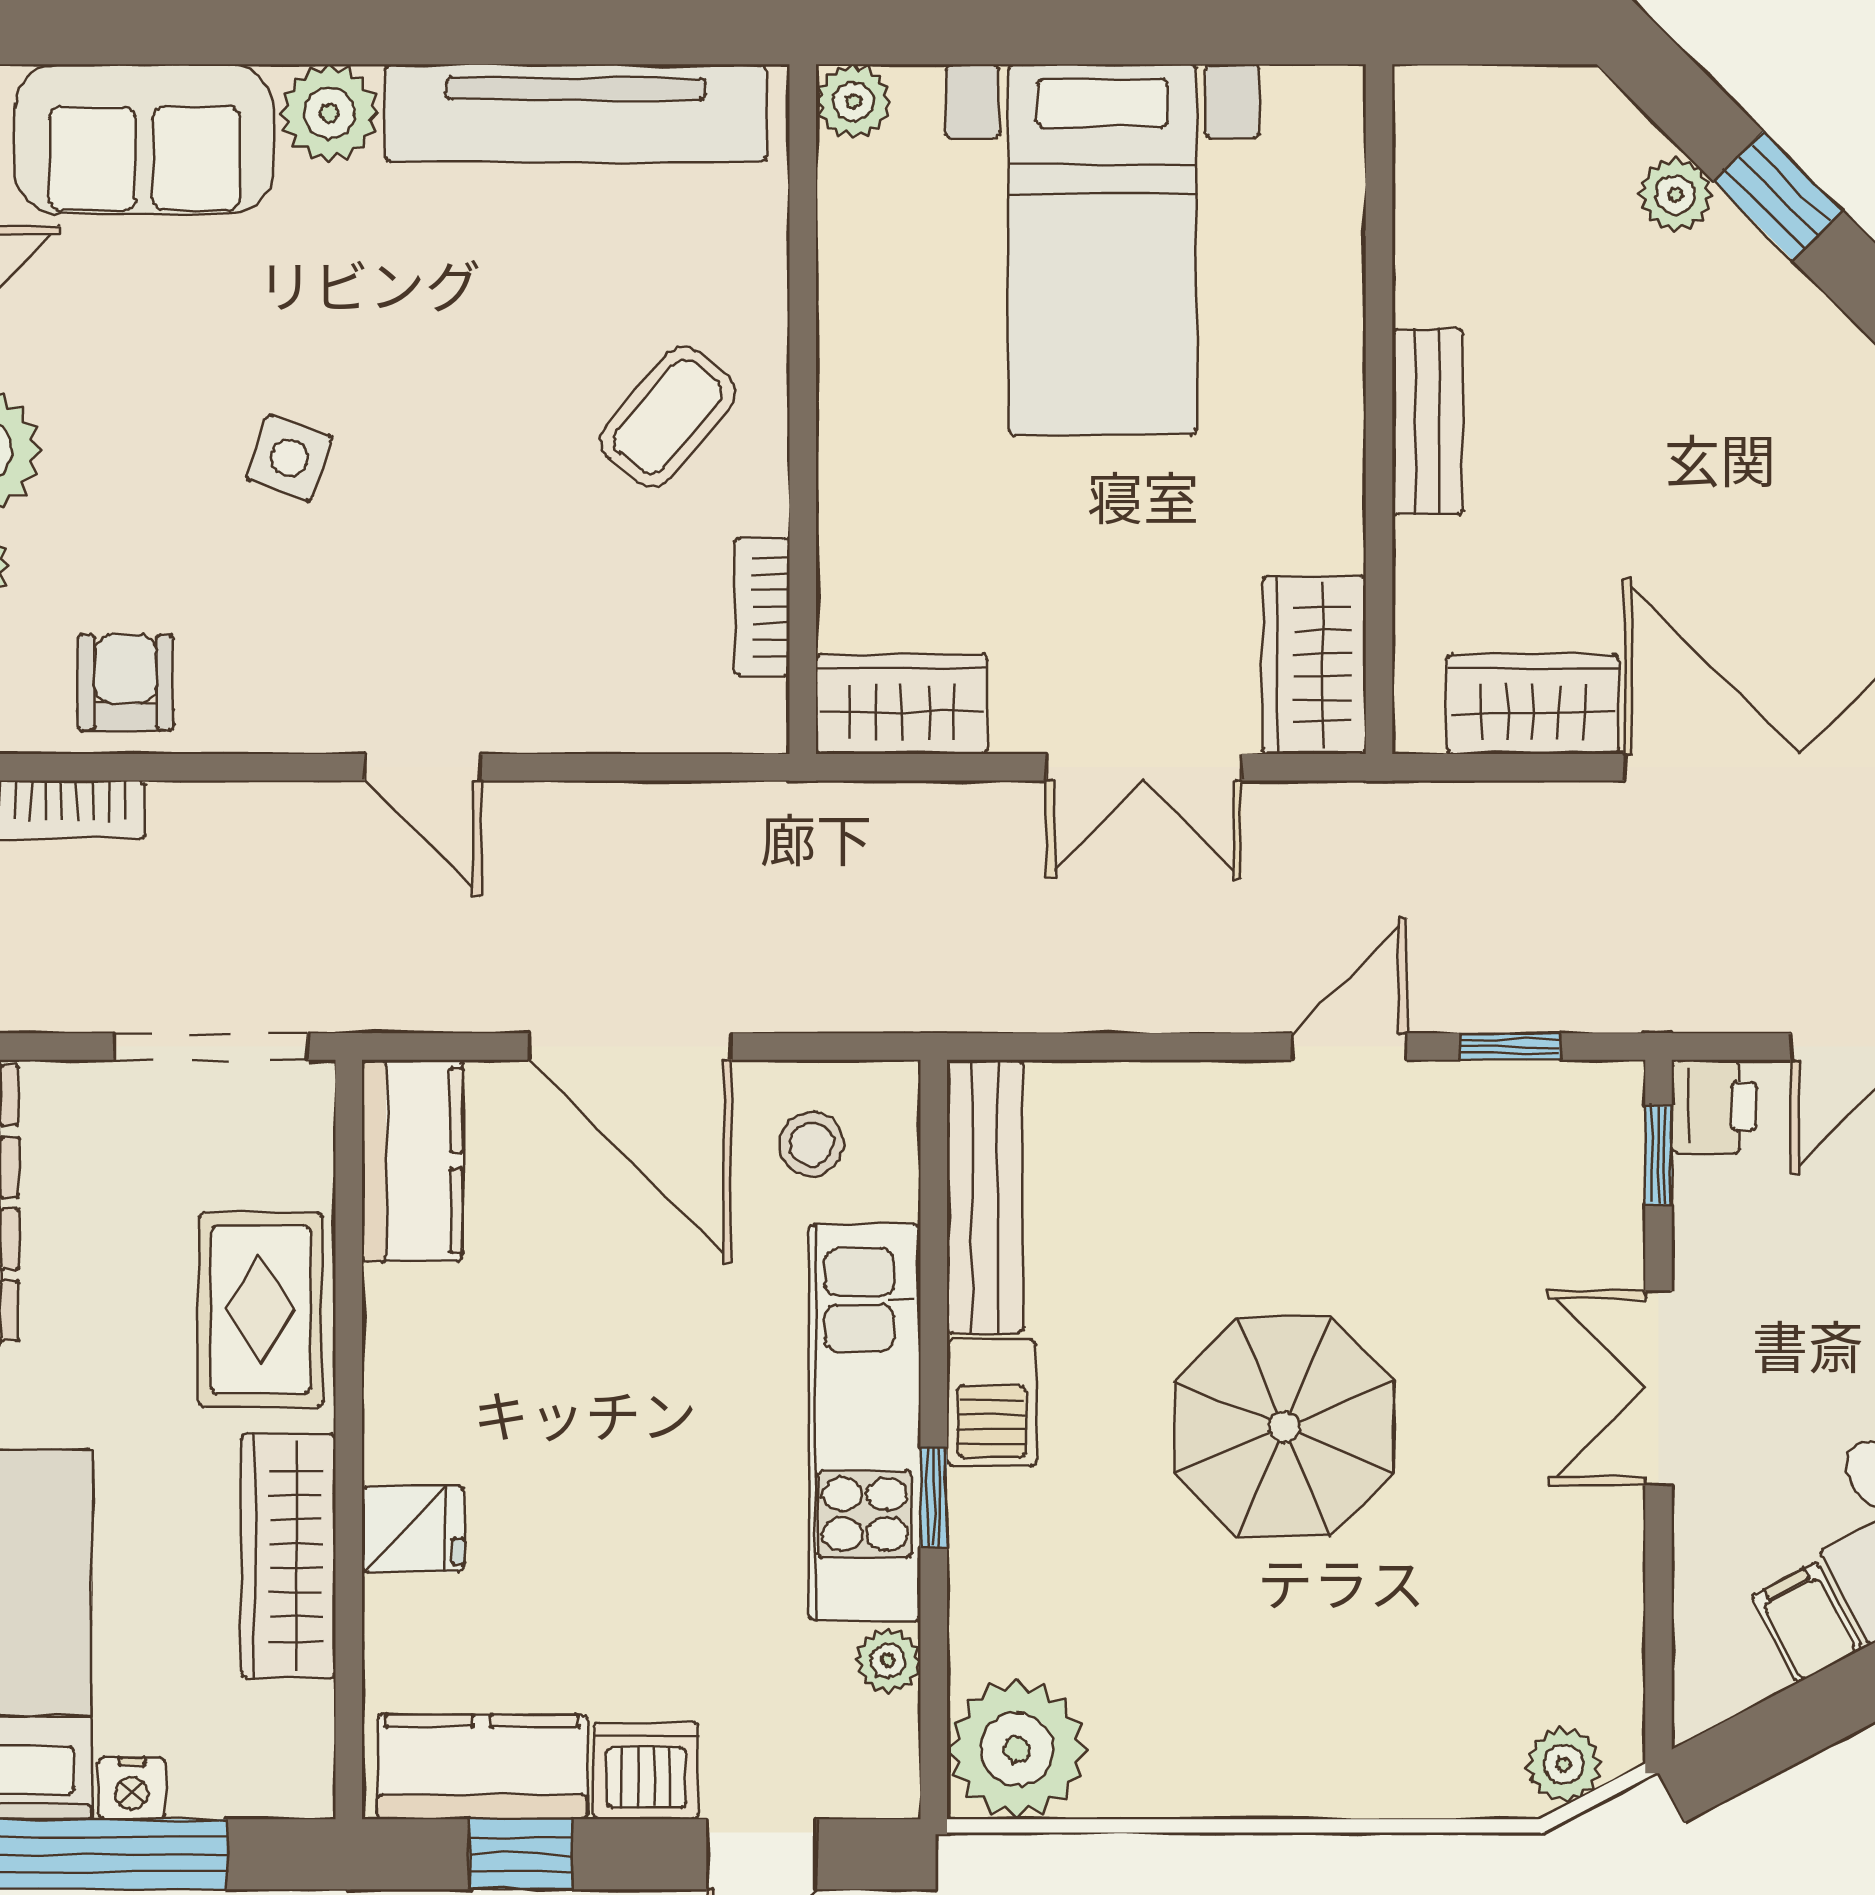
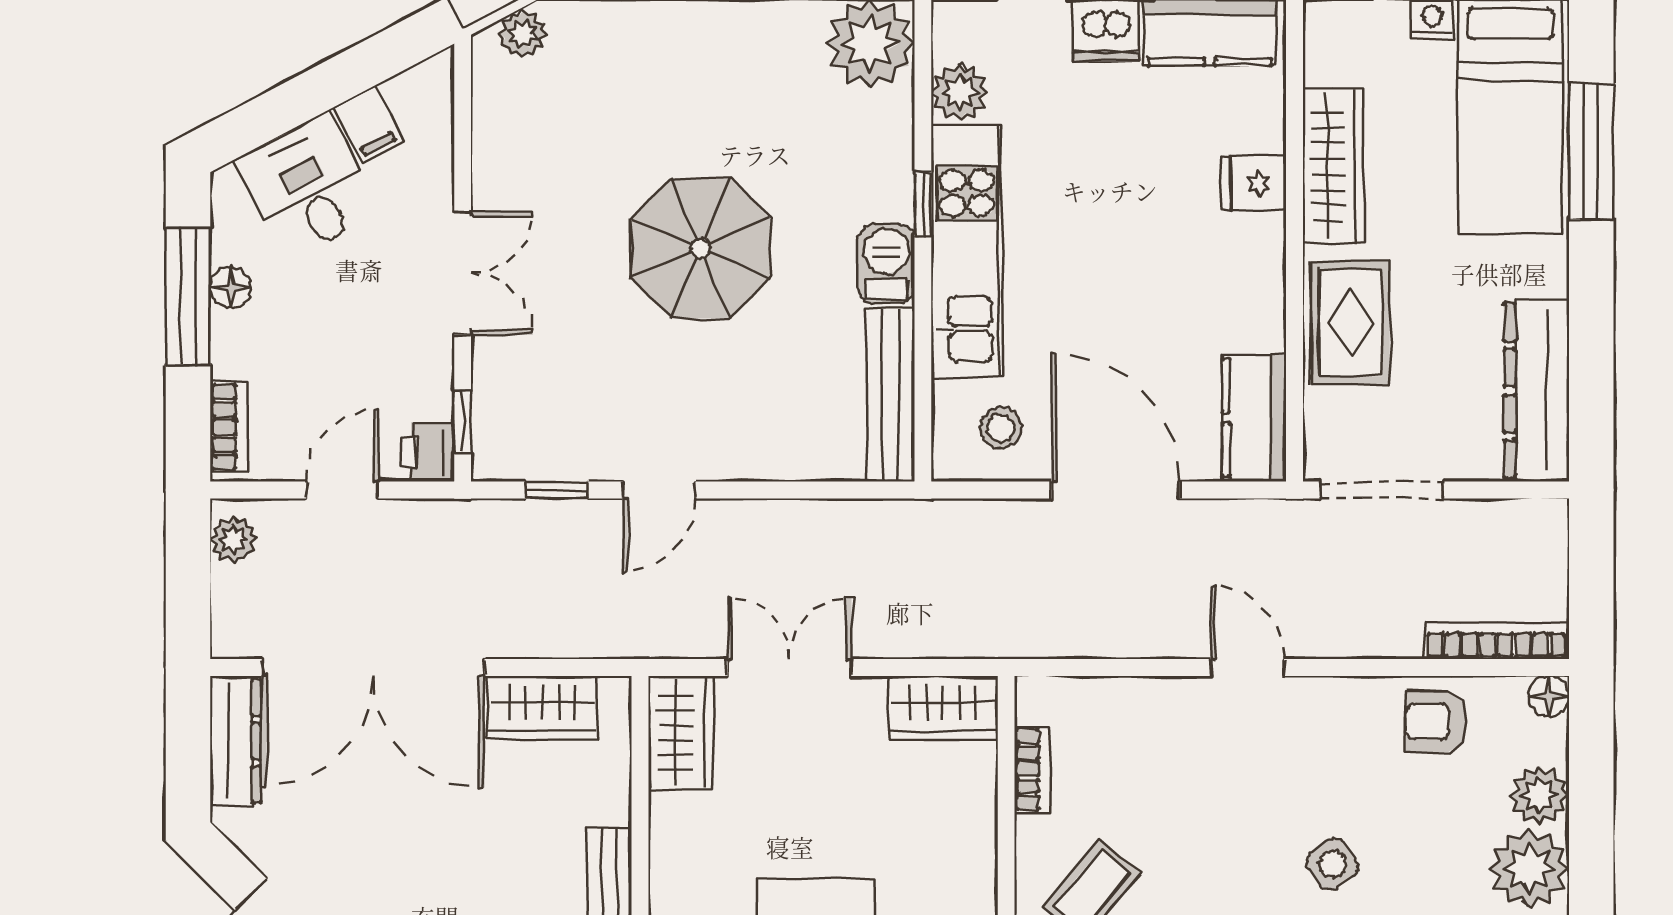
side table: (289, 458) -> (1332, 864), turned 34
armchair: (126, 682) -> (1436, 721), turned 90
plant: (888, 1661) -> (960, 92), width x1.38, depth x1.38

